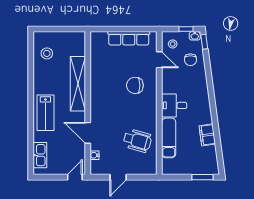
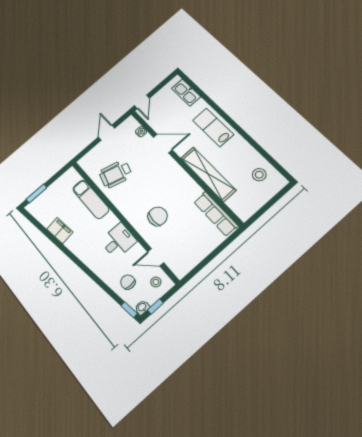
row of seats: (129, 38) -> (216, 214), moved, turned -90
desk: (174, 105) -> (118, 241), moved

